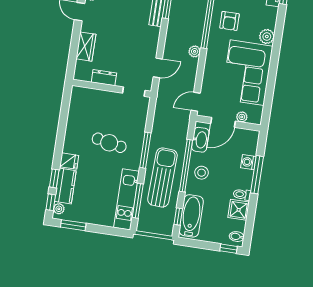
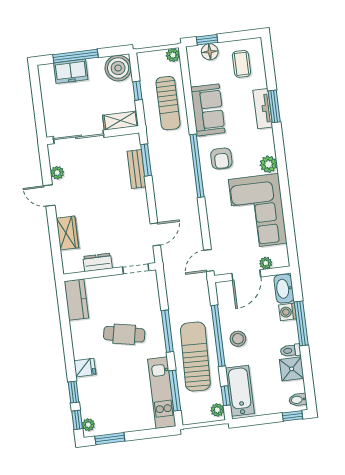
plant: (195, 51) -> (217, 410), moved
washbasin: (200, 140) -> (284, 289), moved, turned 180
kitchen counter: (65, 186) -> (76, 300), moved

